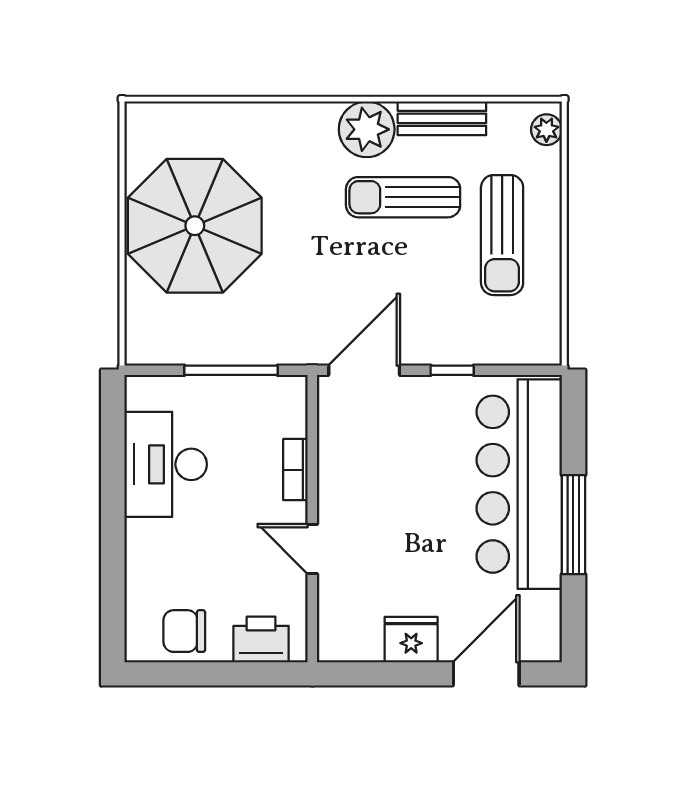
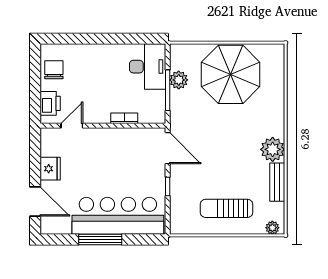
sun lounger: (403, 197) -> (243, 165), removed
plant: (208, 345) -> (179, 80), added
desk: (166, 464) -> (148, 67), moved, turned 90
door: (312, 549) -> (72, 126), moved

